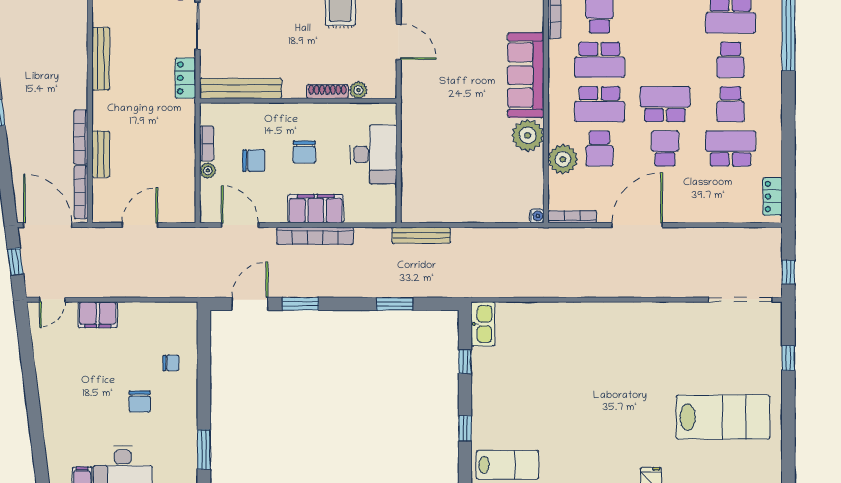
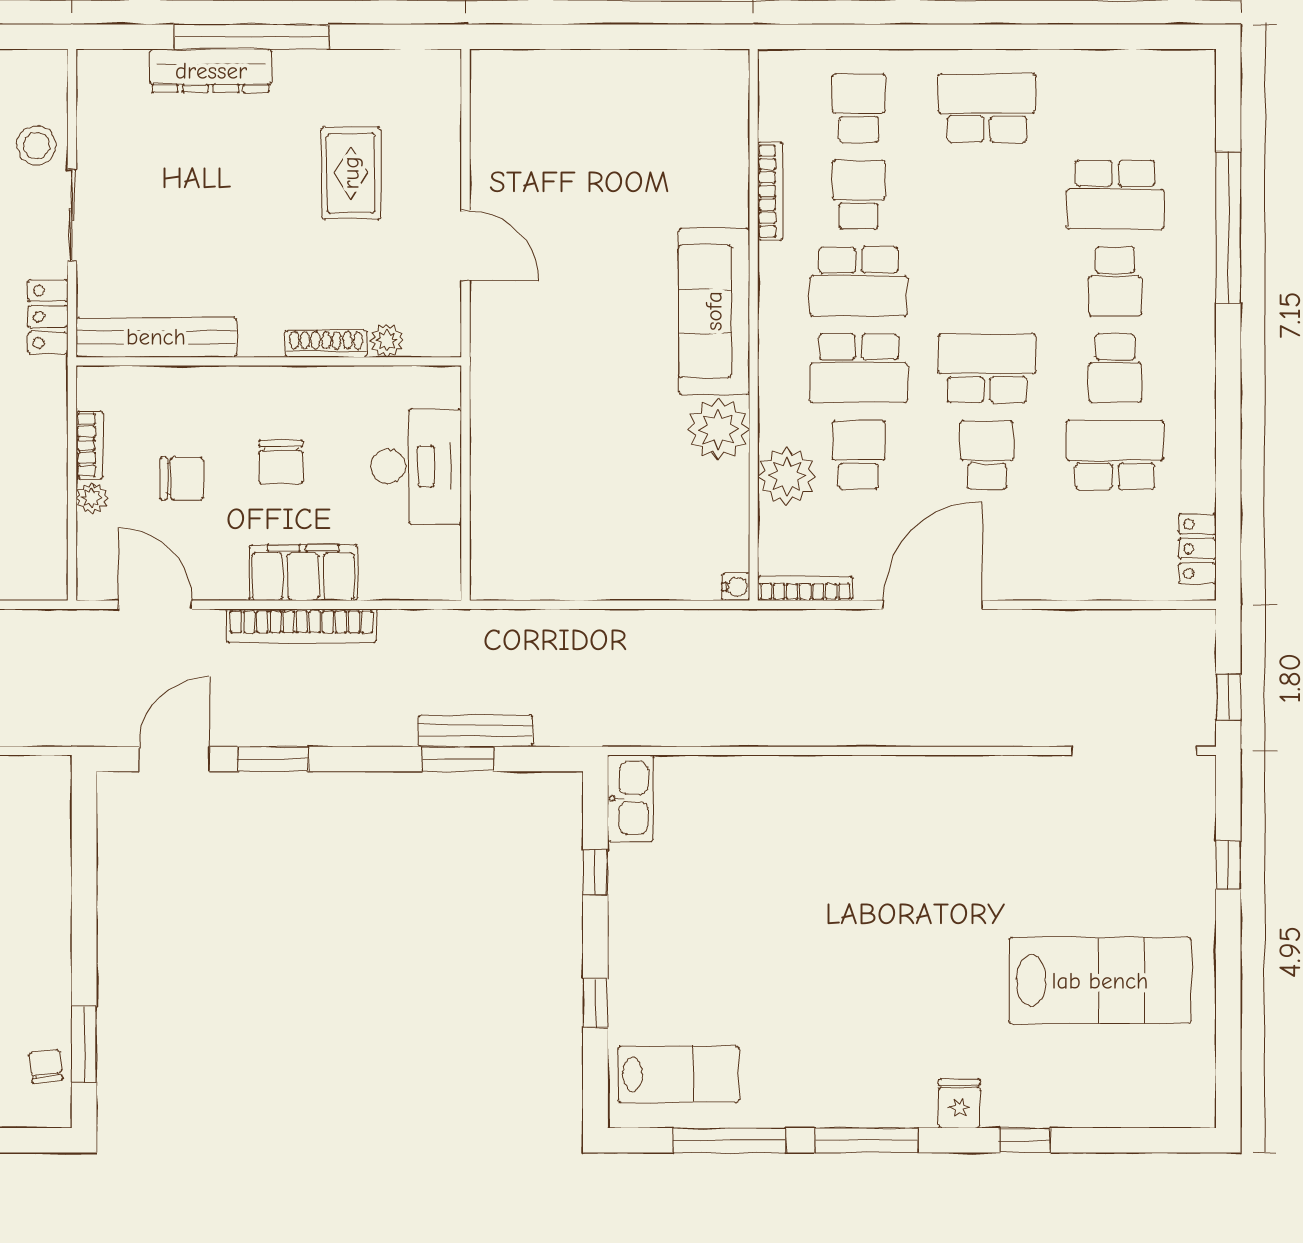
school desk: (599, 149) -> (859, 455), turned 180
bench: (421, 235) -> (475, 731), moved
chair: (171, 363) -> (46, 1067), moved, turned -97

